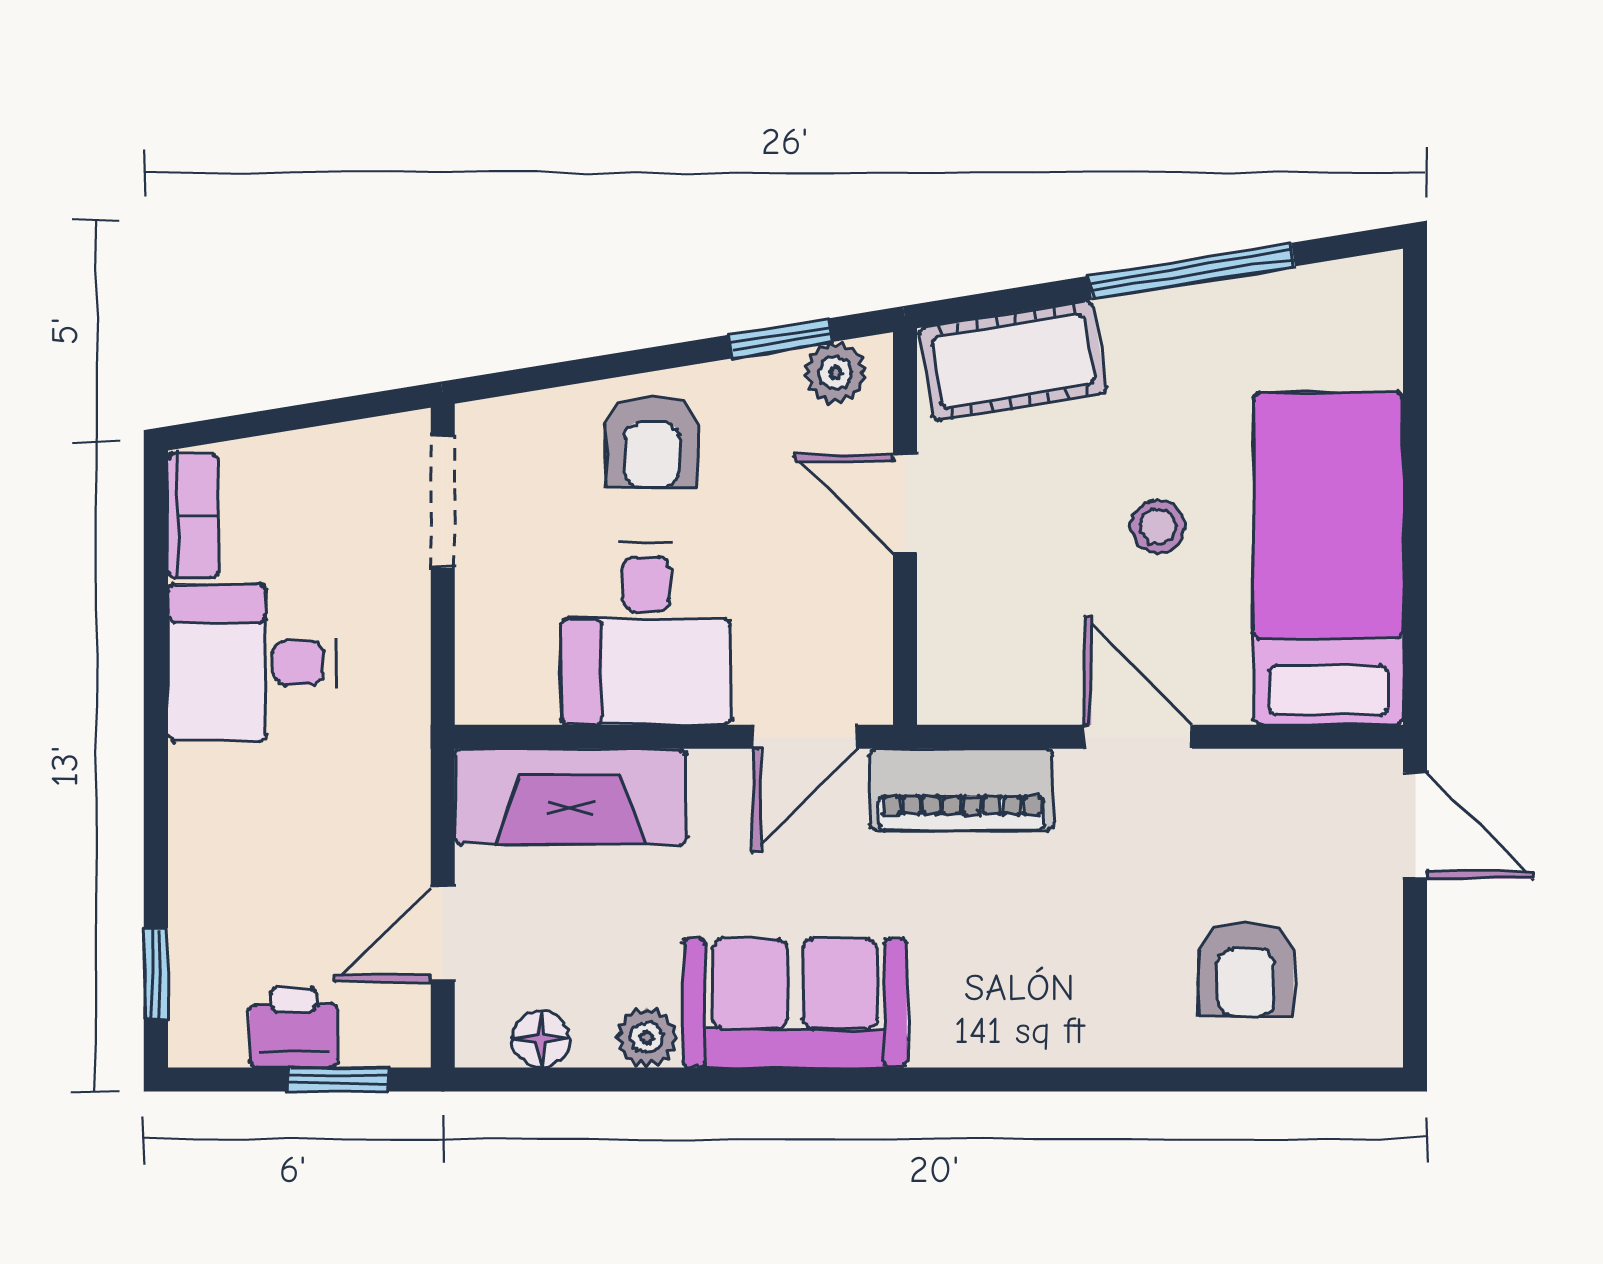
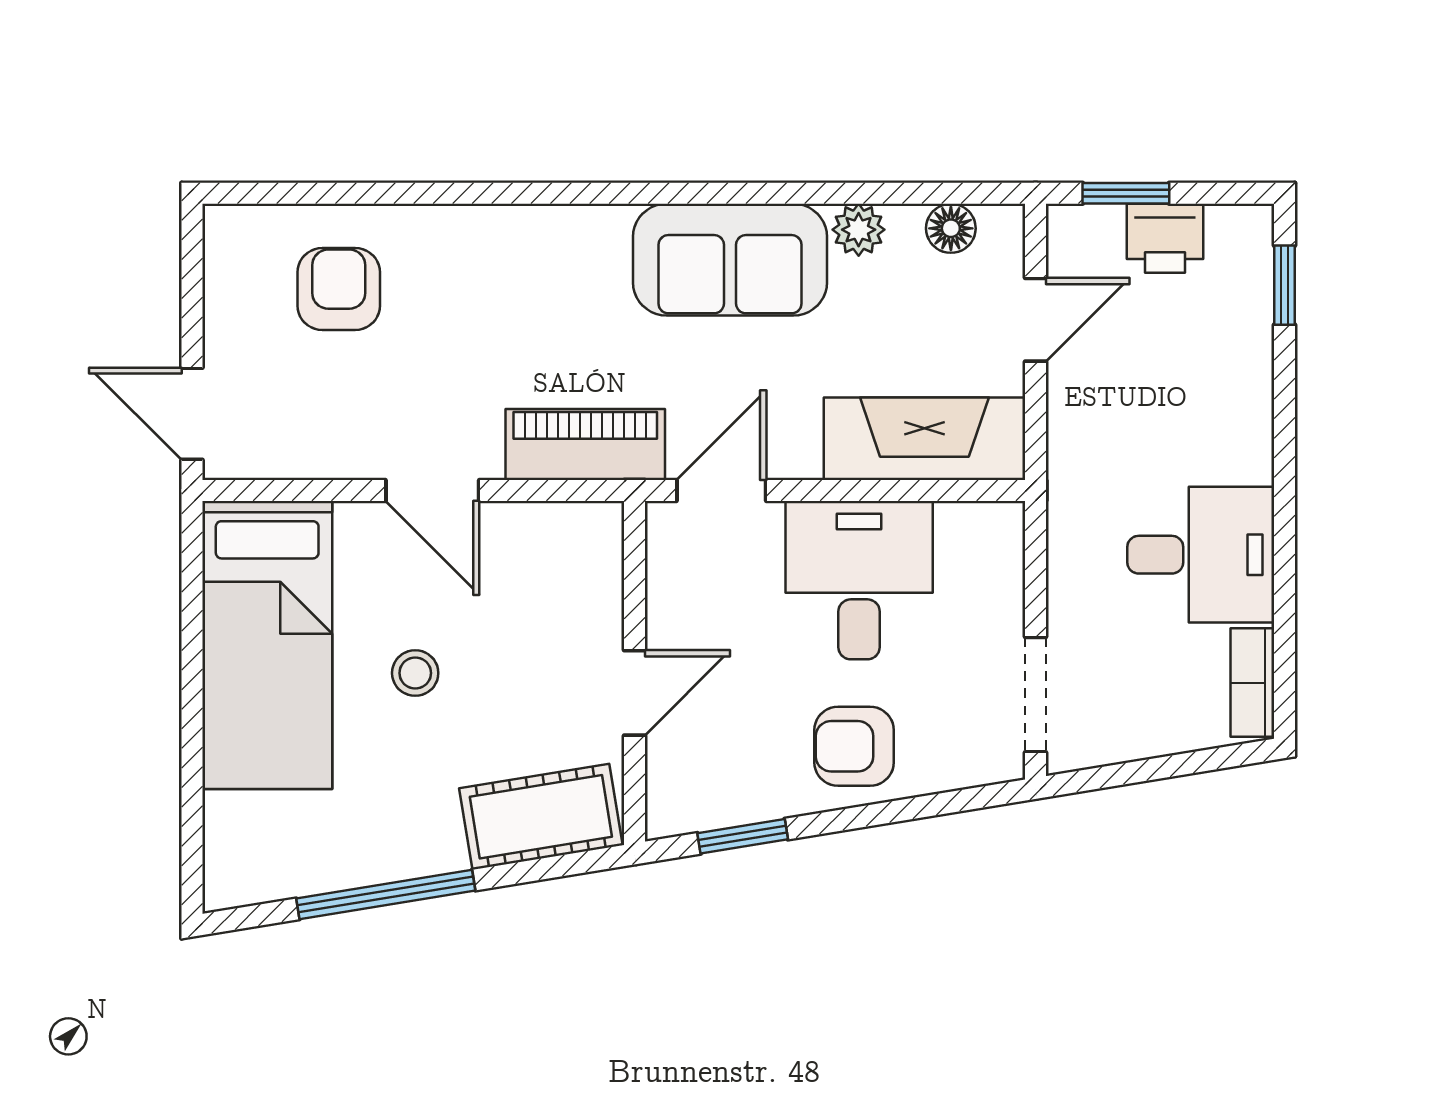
plant: (835, 373) -> (695, 806), removed
armchair: (652, 442) -> (854, 746), turned -90
door: (905, 504) -> (634, 693), hinge flipped

